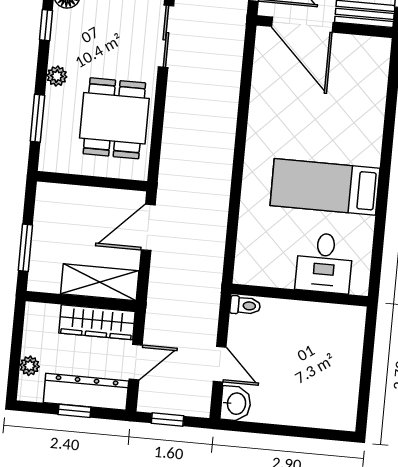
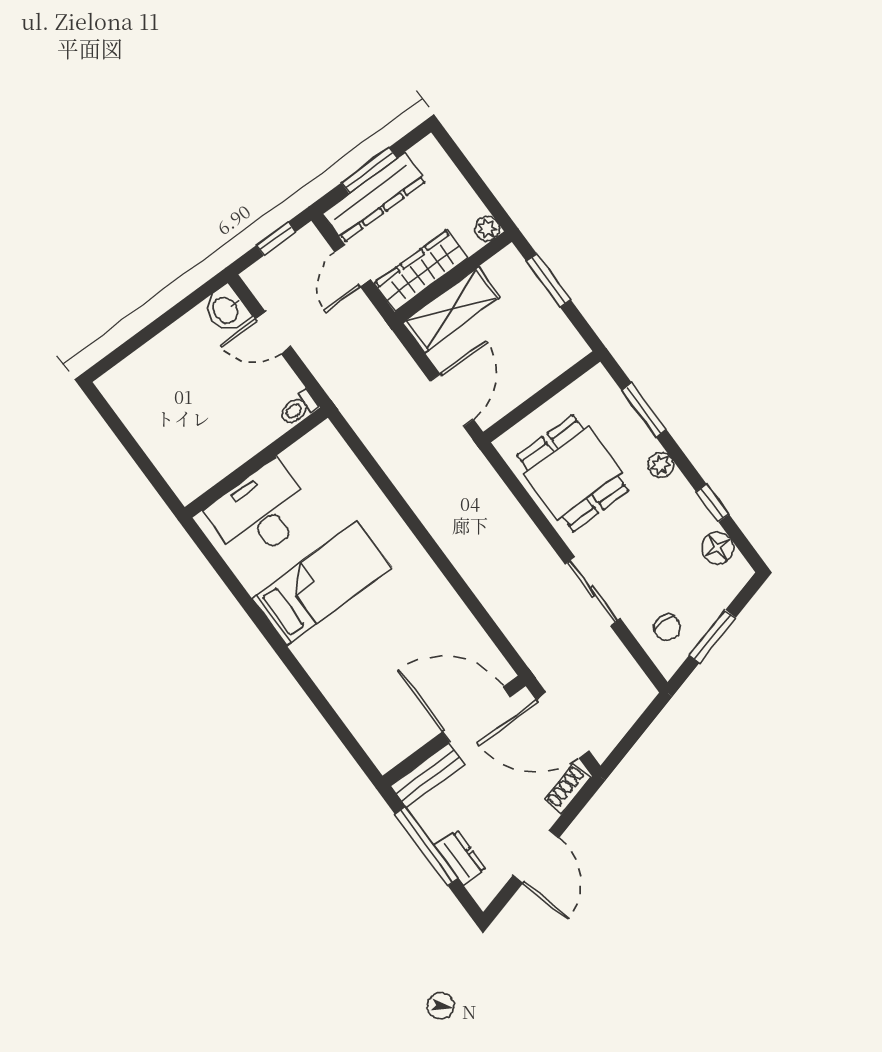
desk: (324, 263) -> (260, 512), width x1.37
plant: (30, 366) -> (487, 229), moved
window: (74, 411) -> (369, 170), width x1.50

